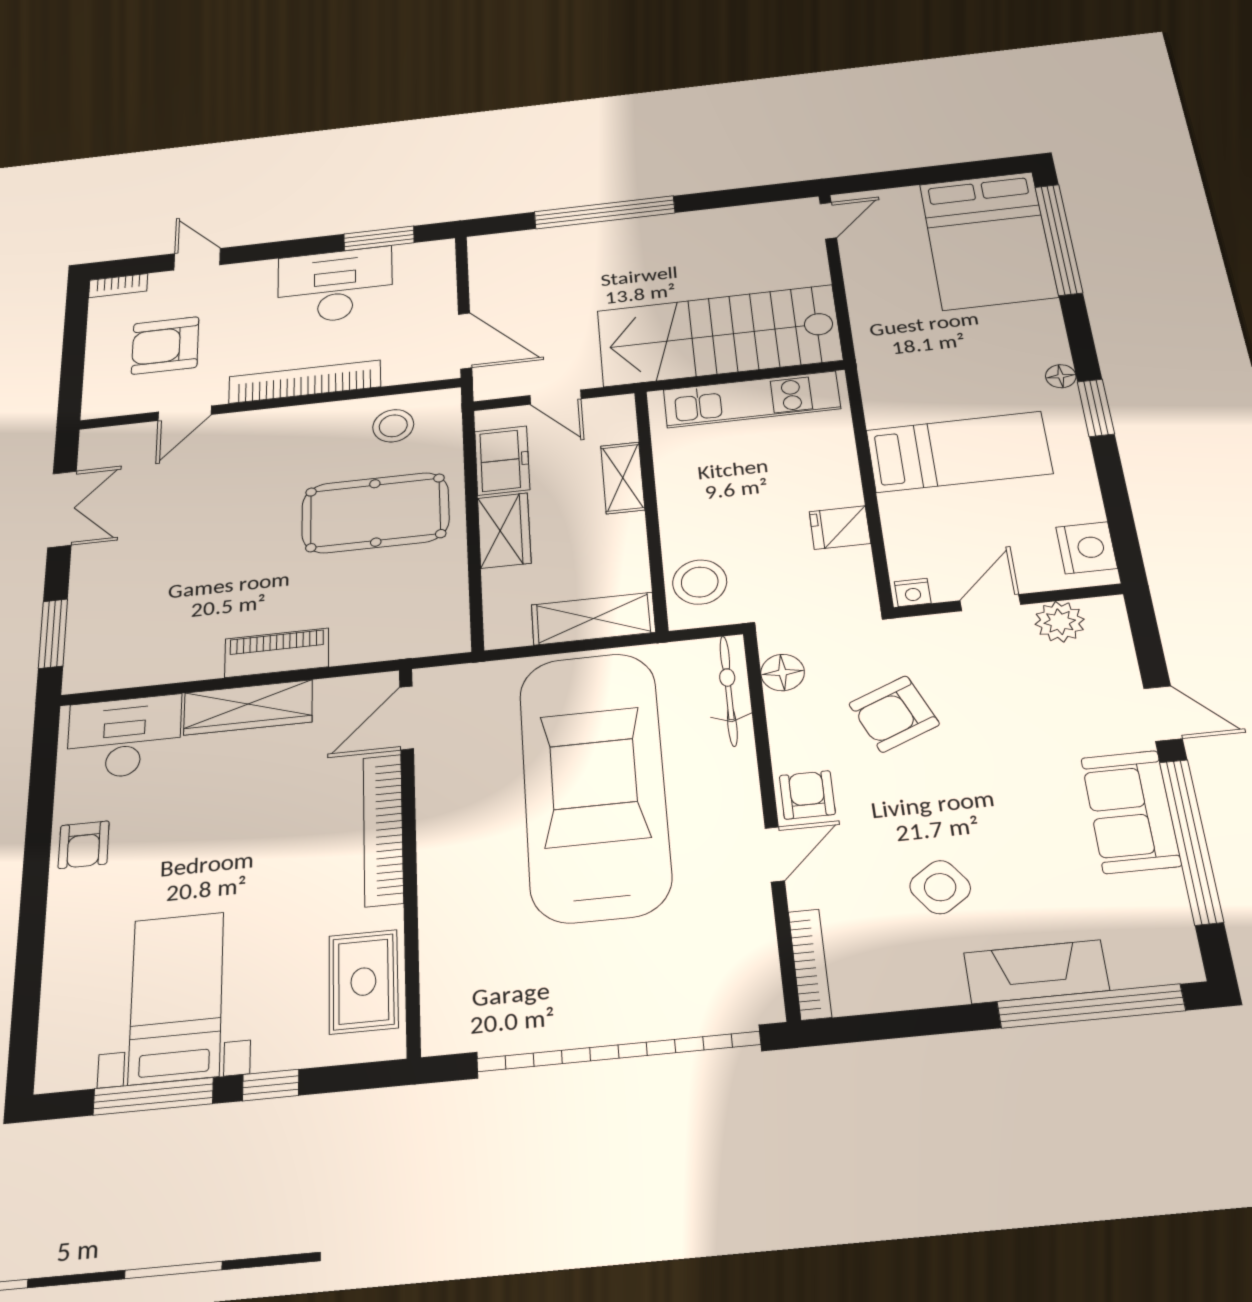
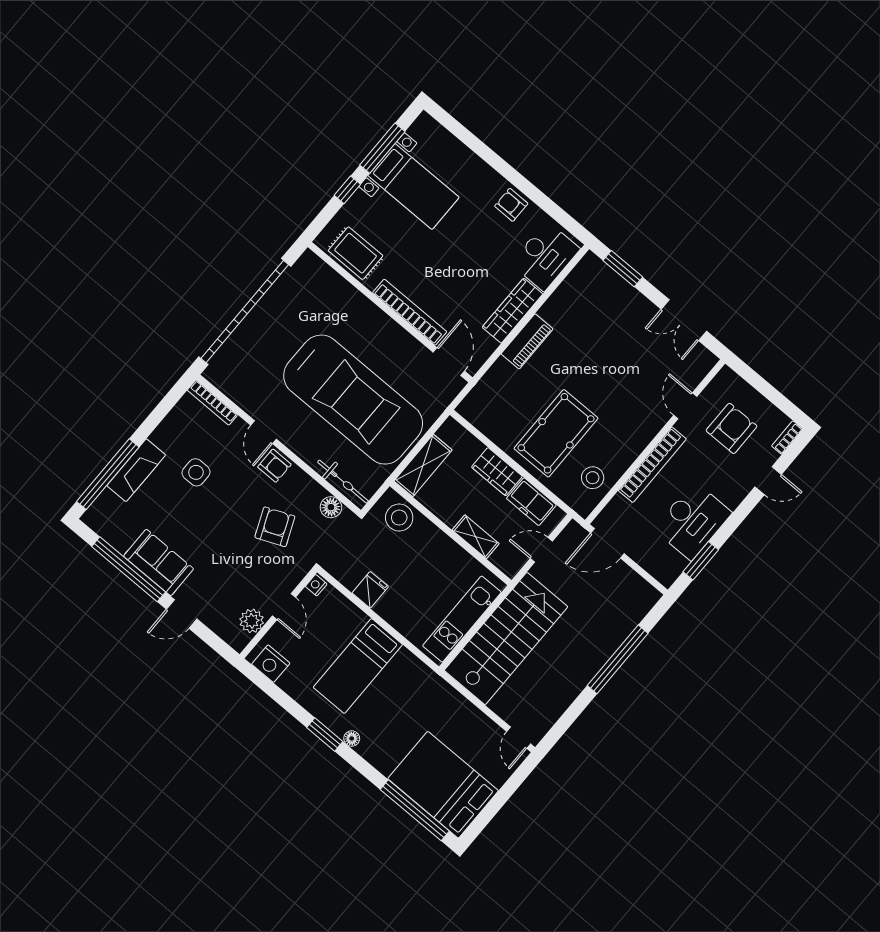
side table: (940, 887) -> (196, 472), turned 35

